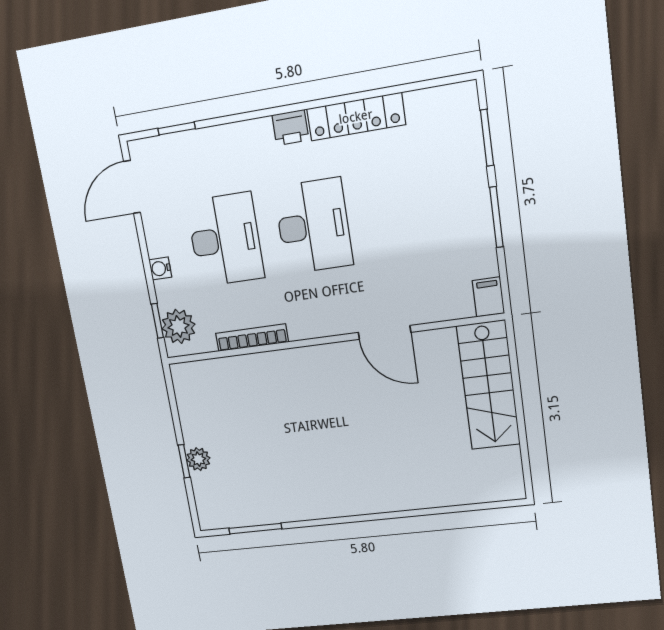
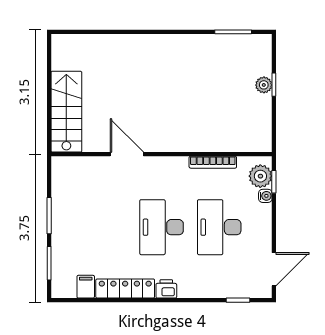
water cooler: (160, 268) -> (265, 196), moved
filing cabinet: (488, 297) -> (86, 287), moved, turned 180

